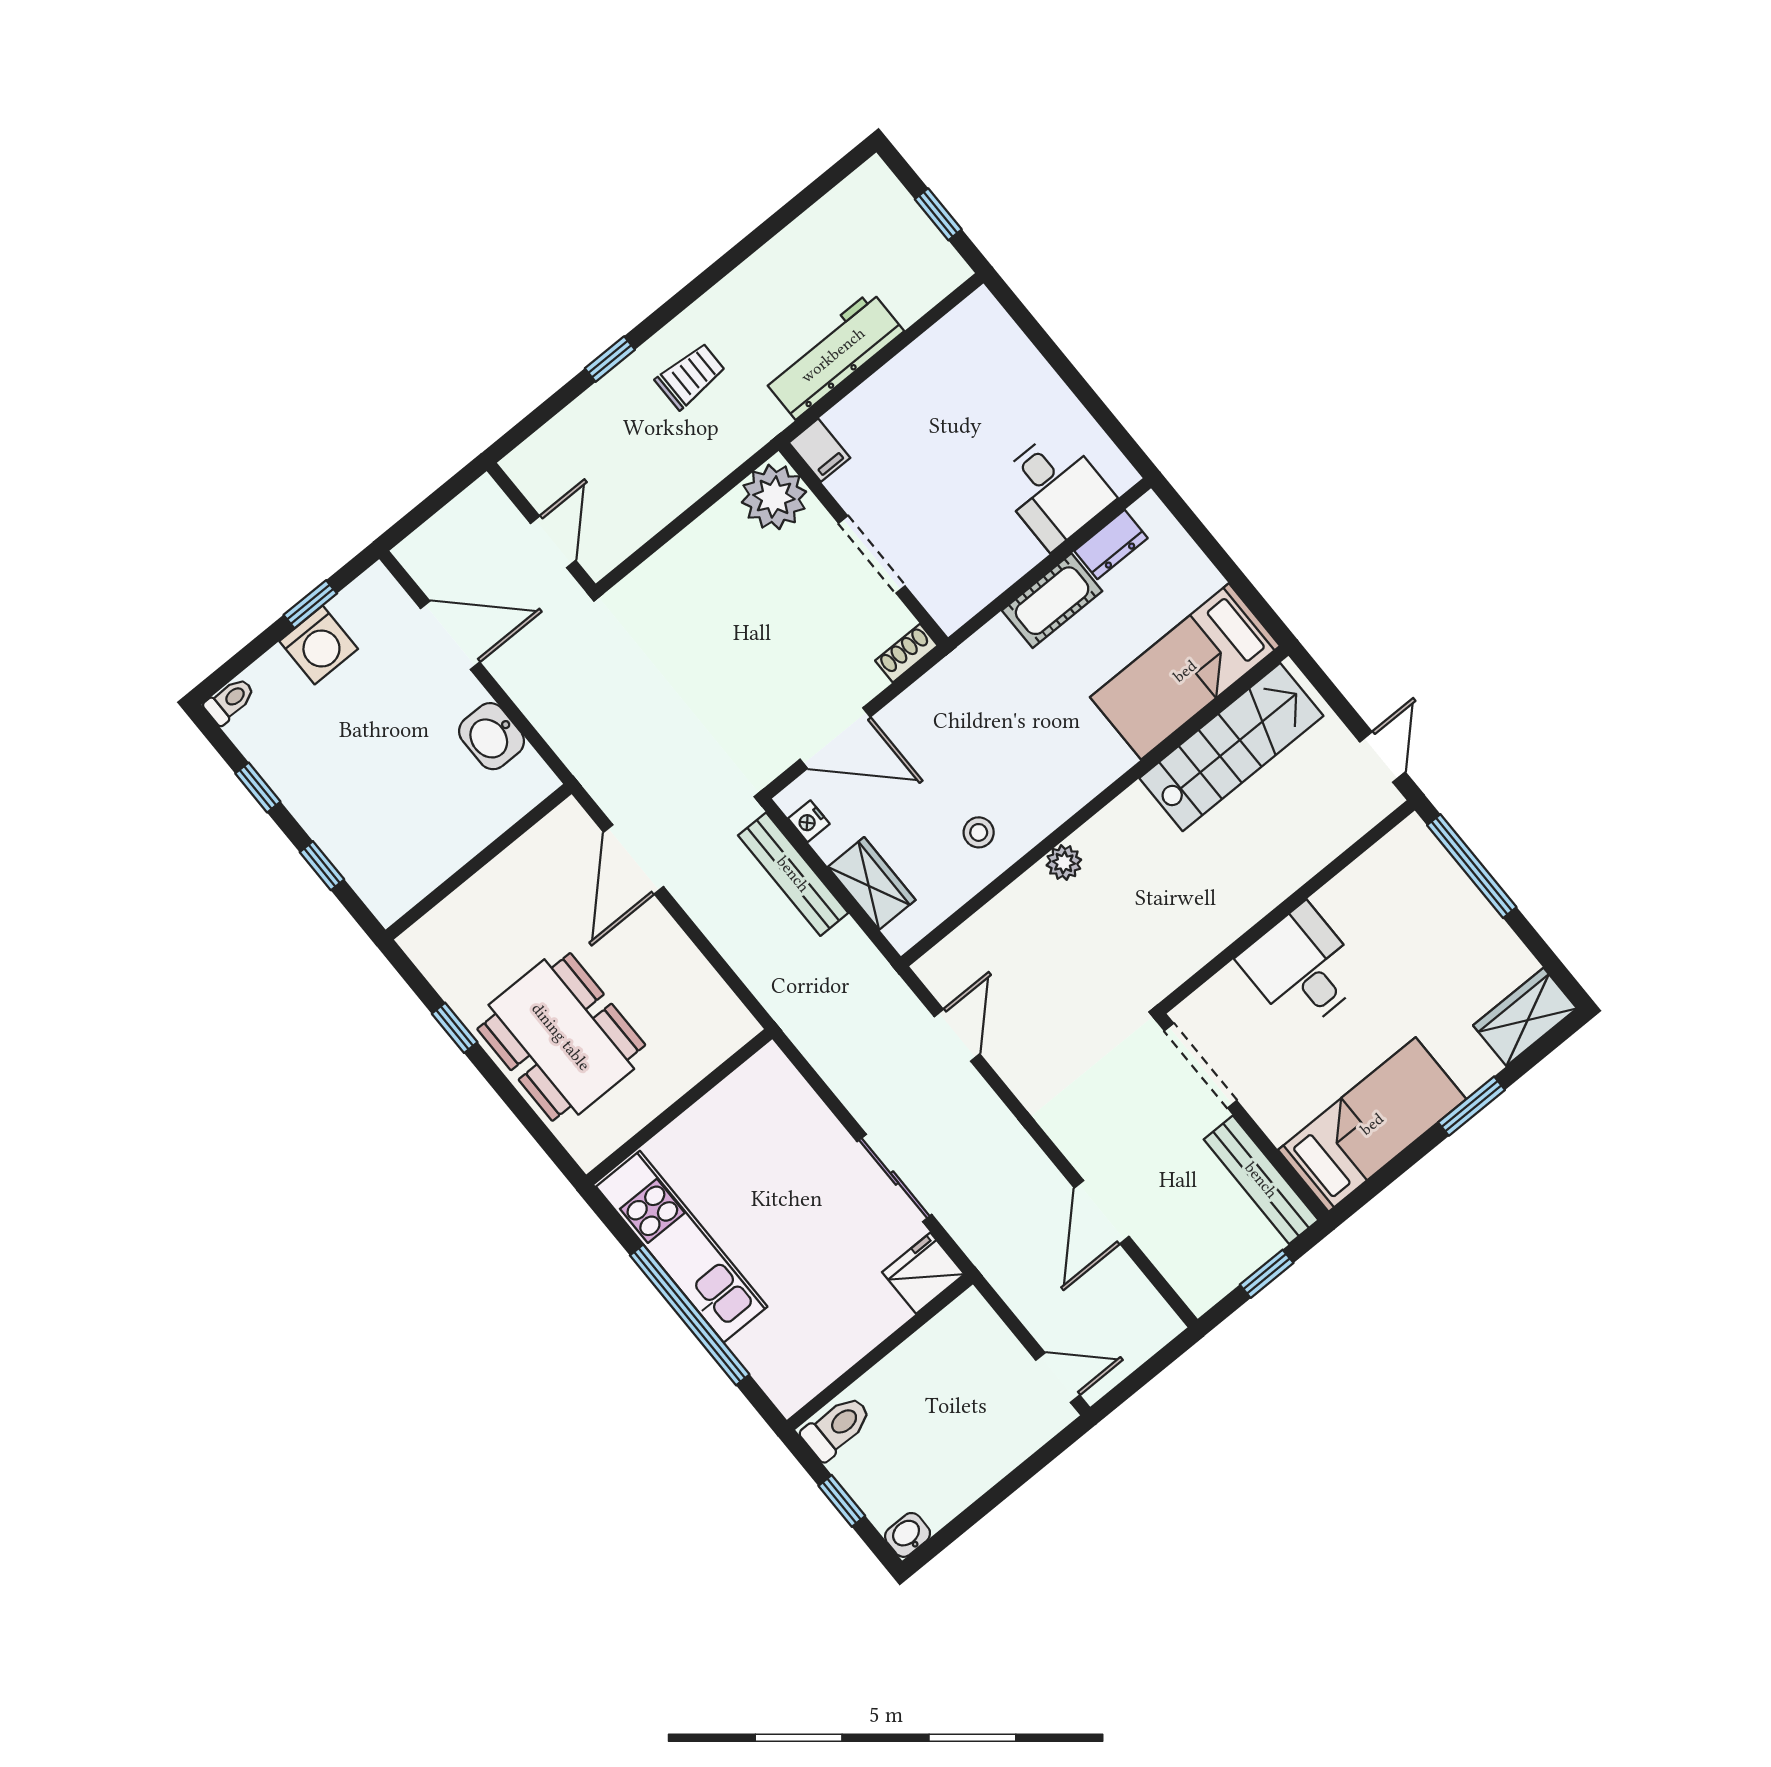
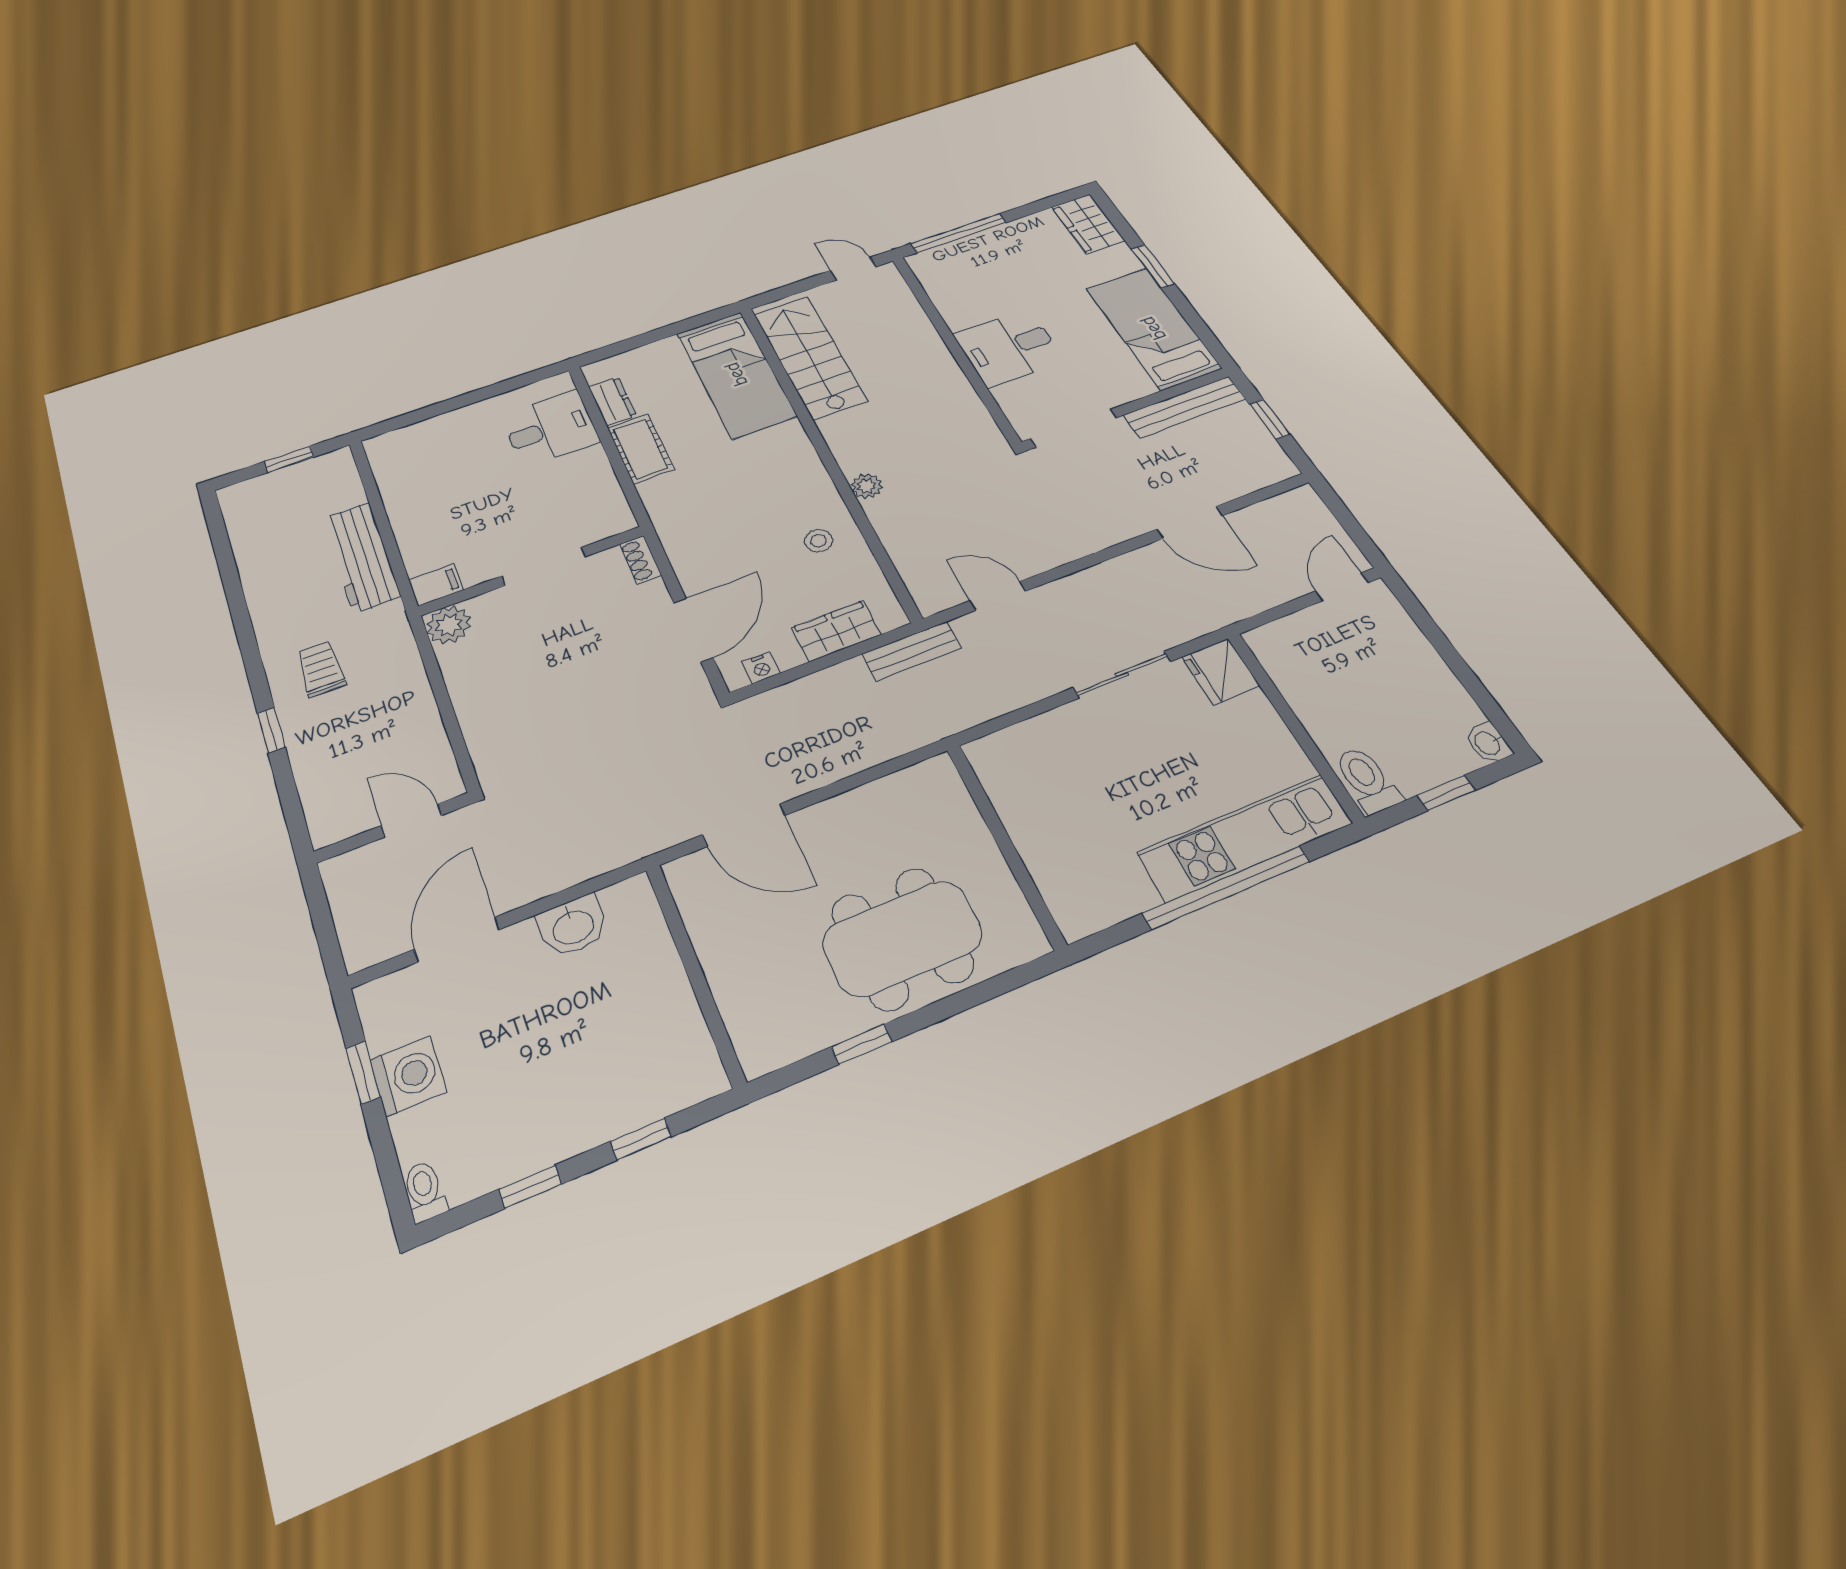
plant: (774, 497) -> (449, 625), width x0.73, depth x0.73
bench: (793, 874) -> (912, 651), moved, width x0.73
kitchen unit: (682, 1247) -> (1245, 838), moved

